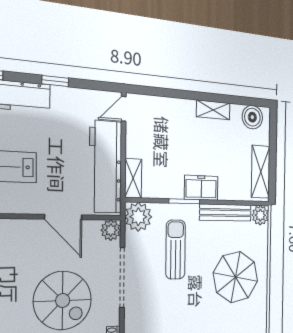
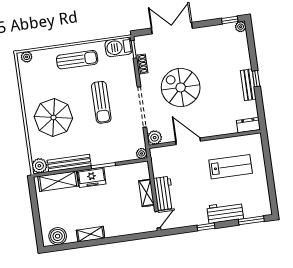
workbench: (106, 167) -> (164, 193), width x0.53, depth x0.76
shelving: (261, 172) -> (58, 181), moved, turned 90
shelving: (133, 178) -> (146, 193), moved
plant: (138, 217) -> (142, 153), width x0.53, depth x0.53
sun lounger: (176, 250) -> (101, 102), moved

